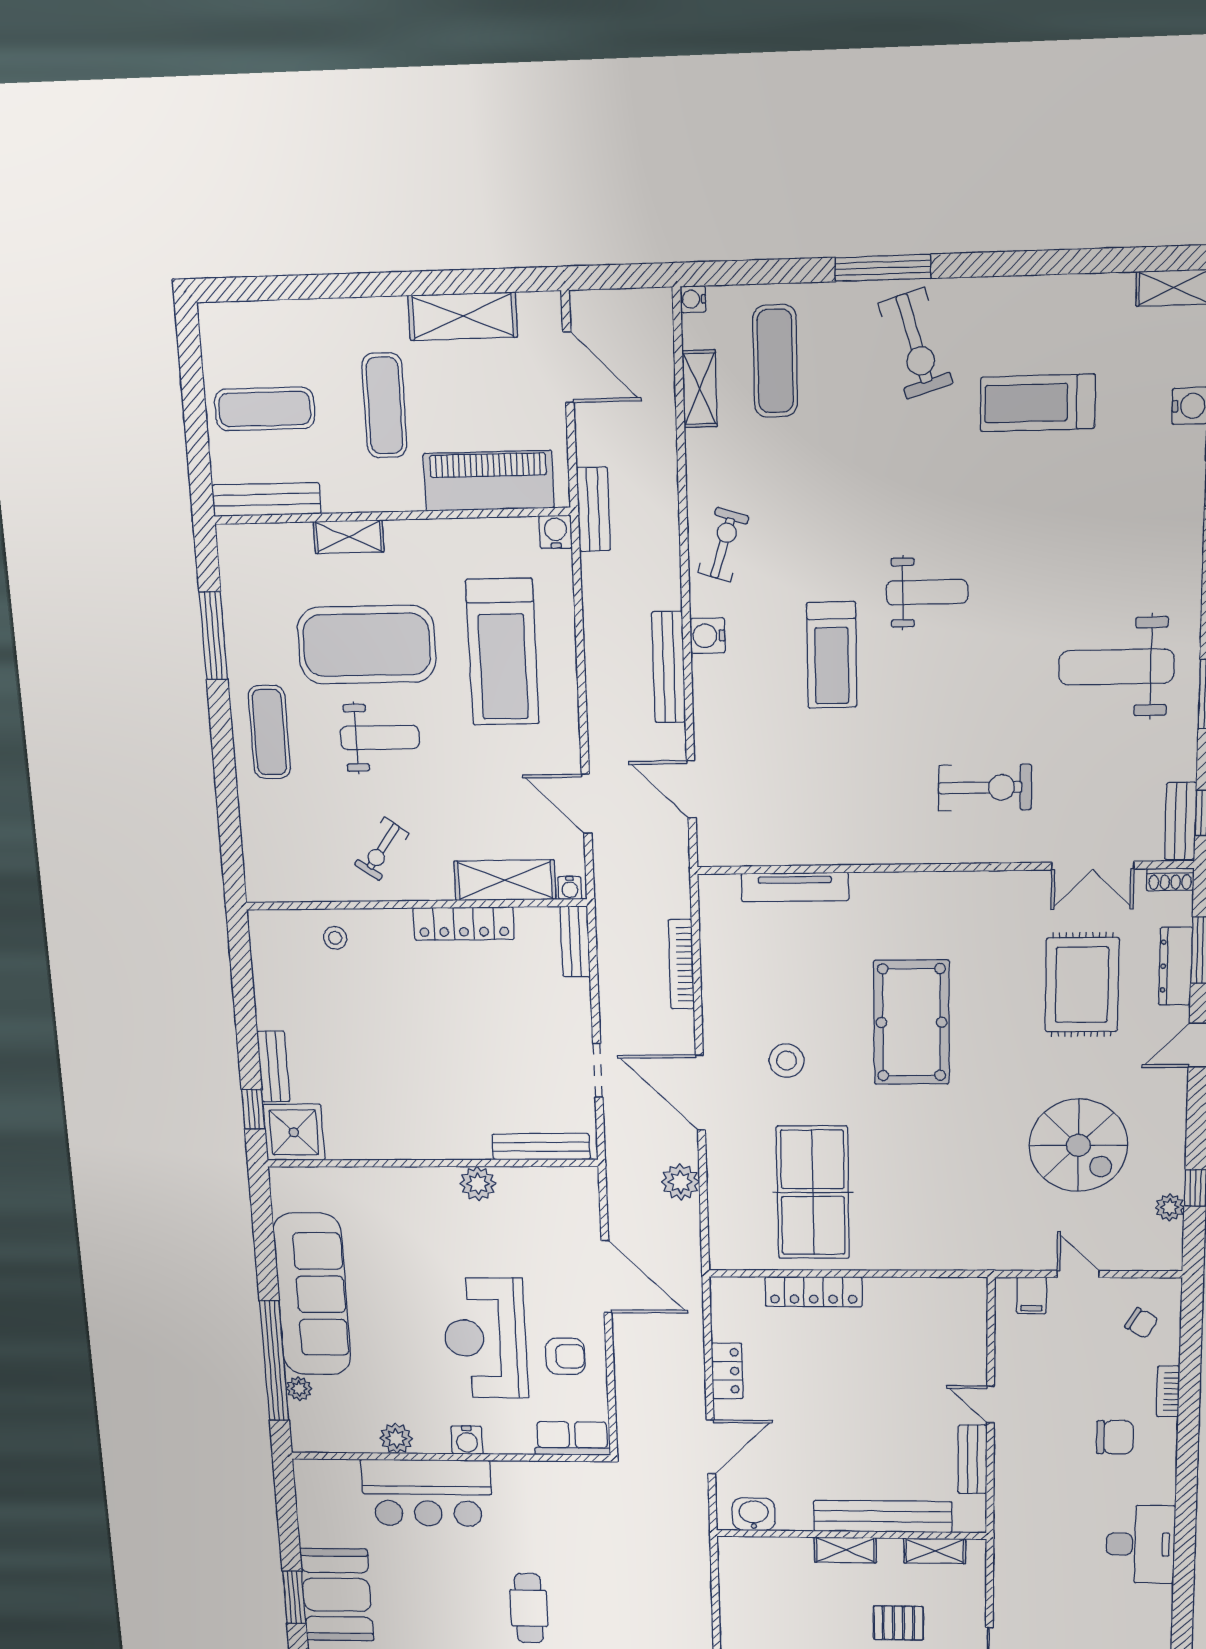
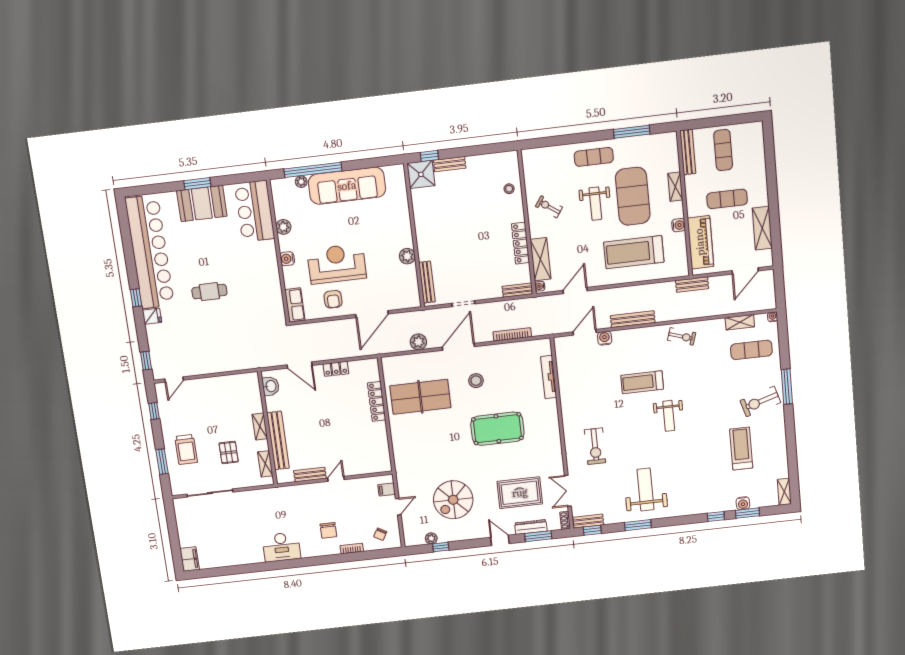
water cooler: (556, 532) -> (678, 225), moved
water cooler: (708, 636) -> (605, 338), moved
bar counter: (427, 1493) -> (255, 211), moved

